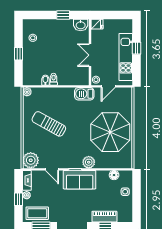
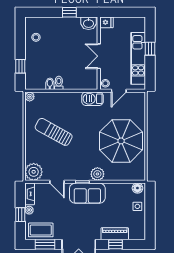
window: (19, 54) -> (20, 66), moved
floor lamp: (114, 175) -> (137, 188), moved

